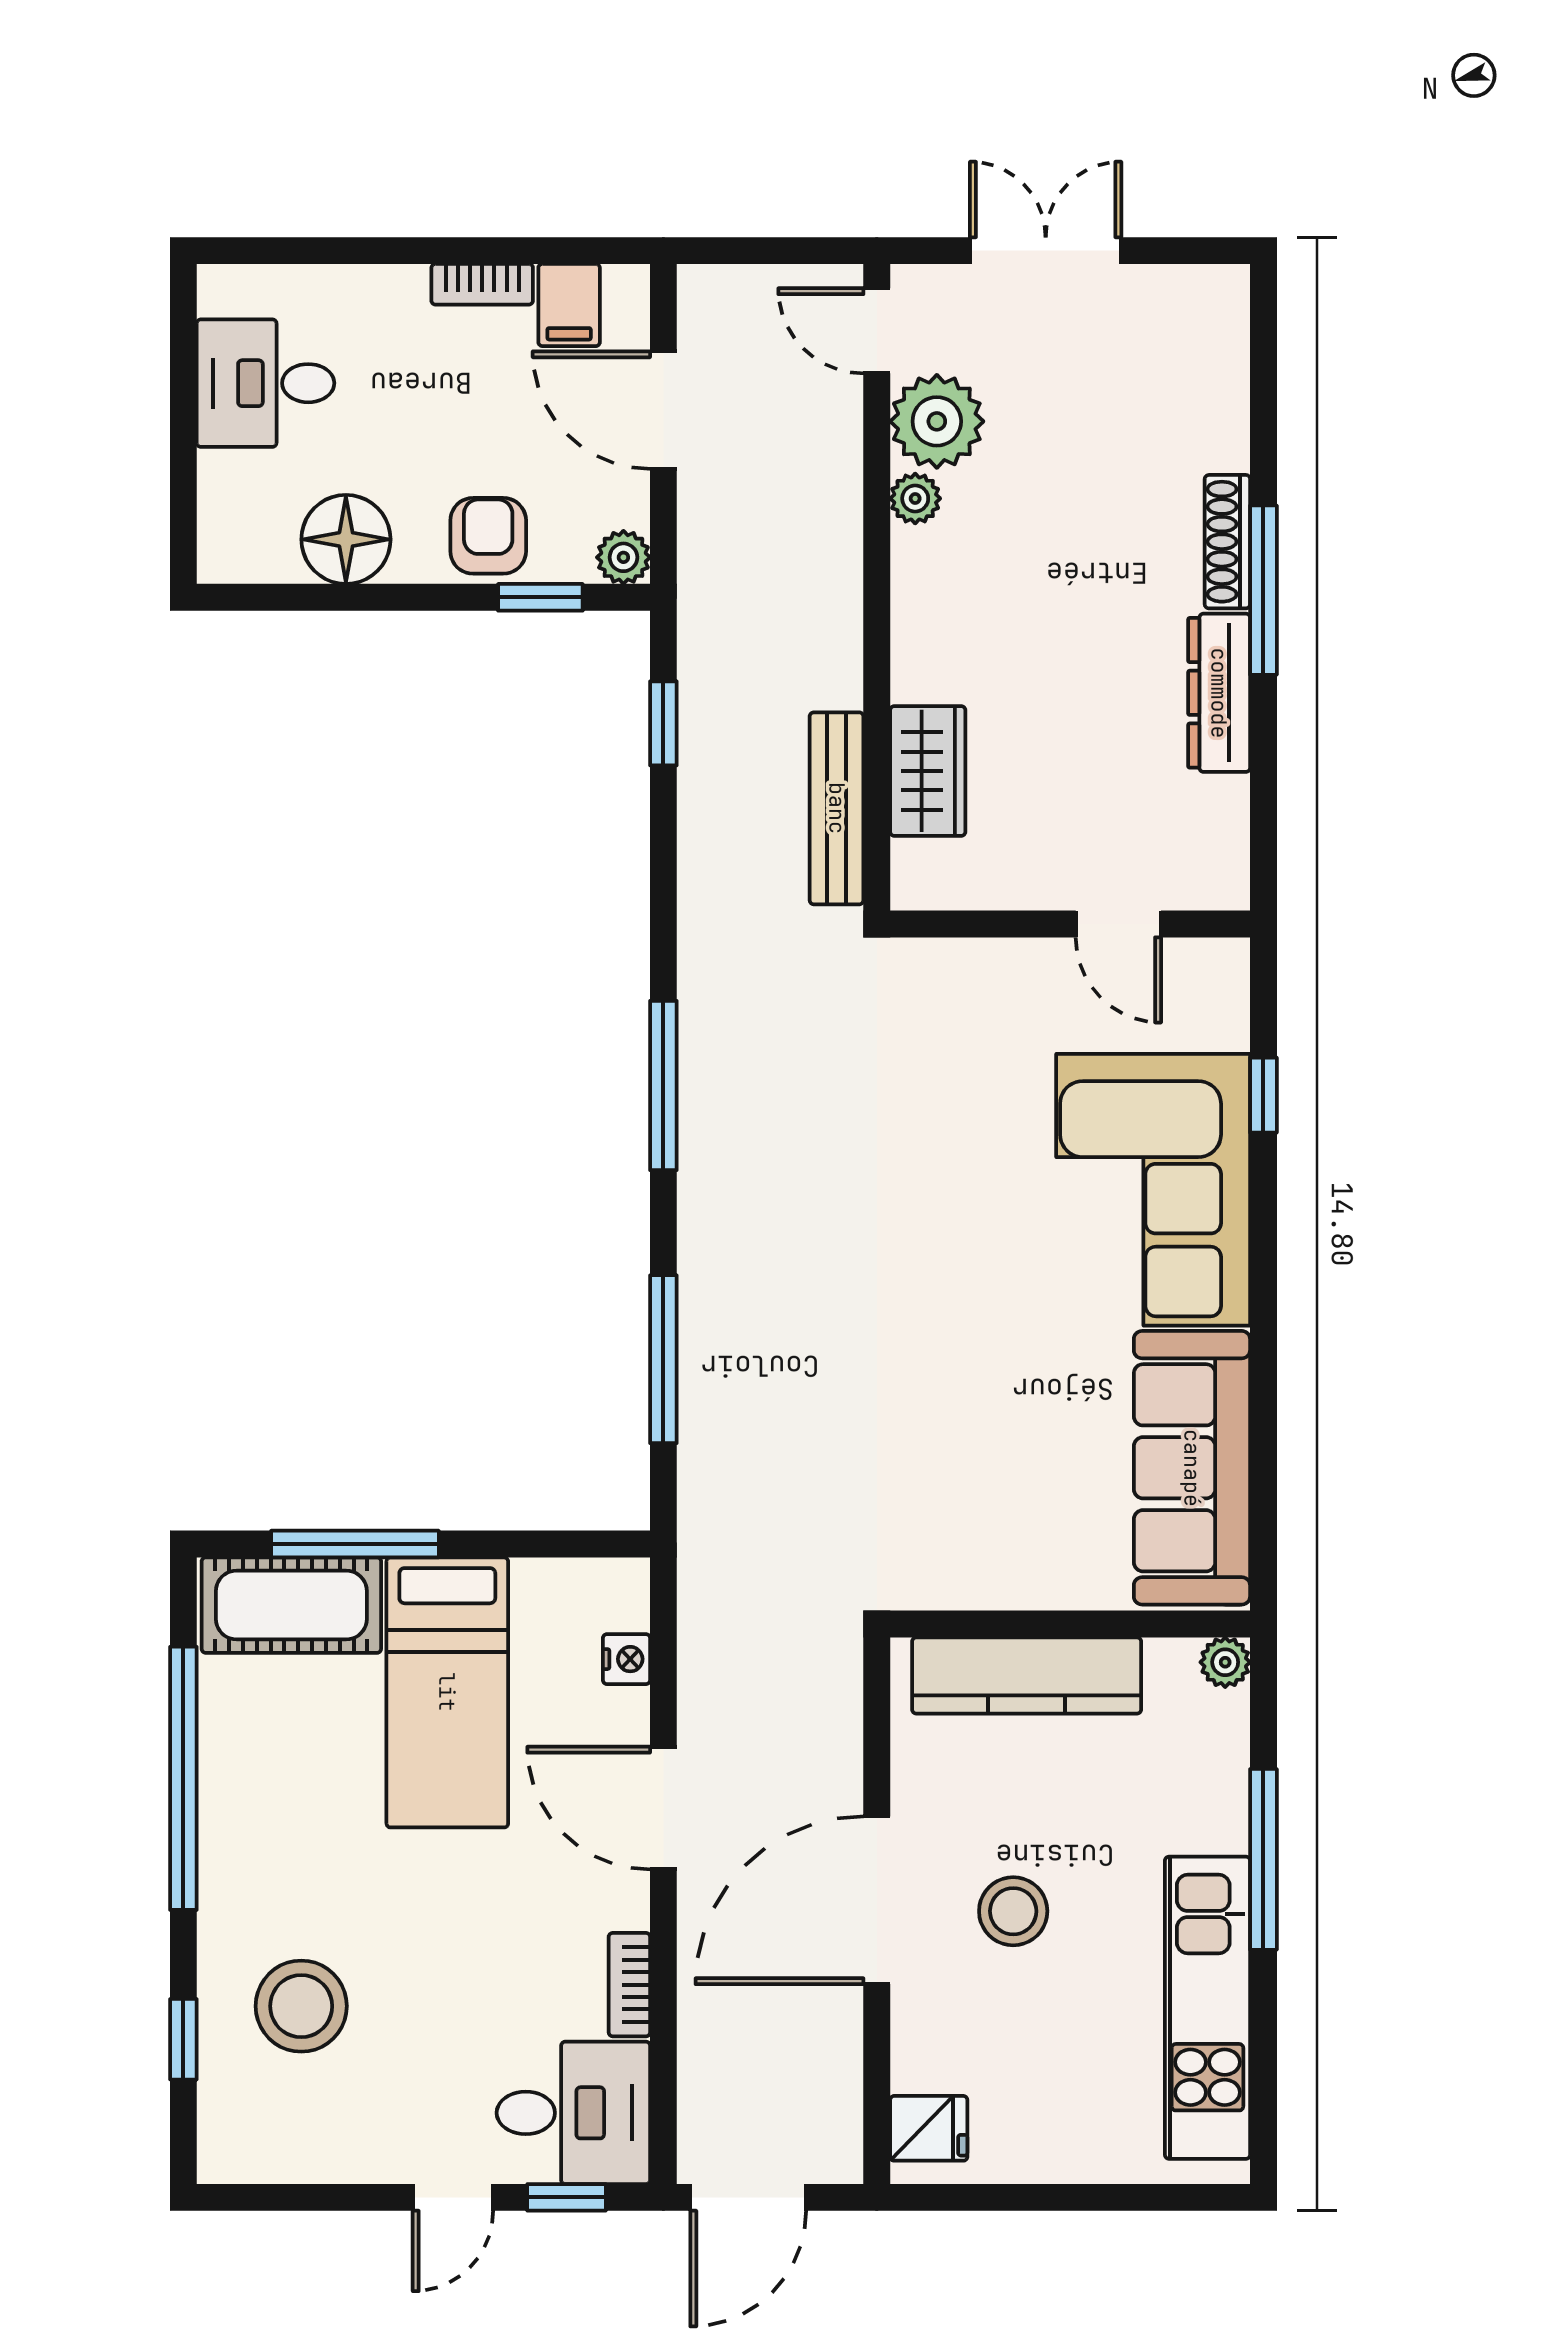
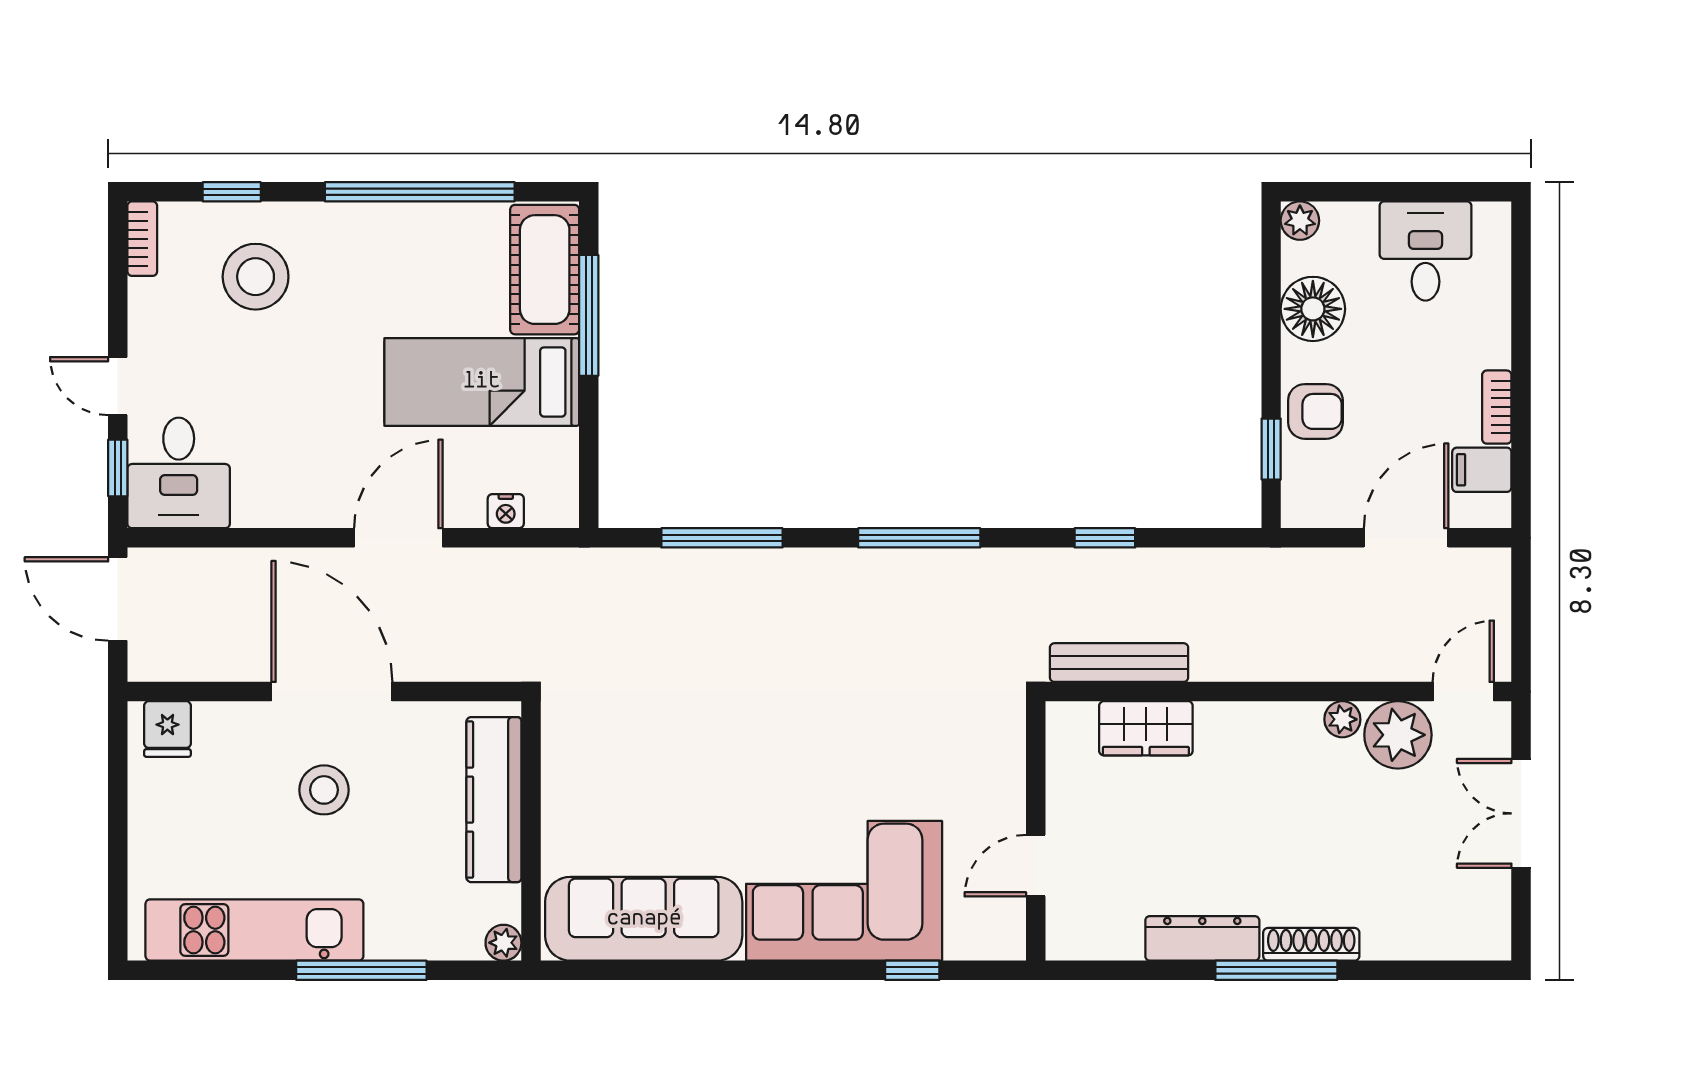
double door: (1046, 251) -> (1521, 813), swing flipped
plant: (623, 557) -> (1300, 221), moved
window: (663, 723) -> (1105, 538), moved
bookcase: (629, 1985) -> (142, 239), moved, turned 90

